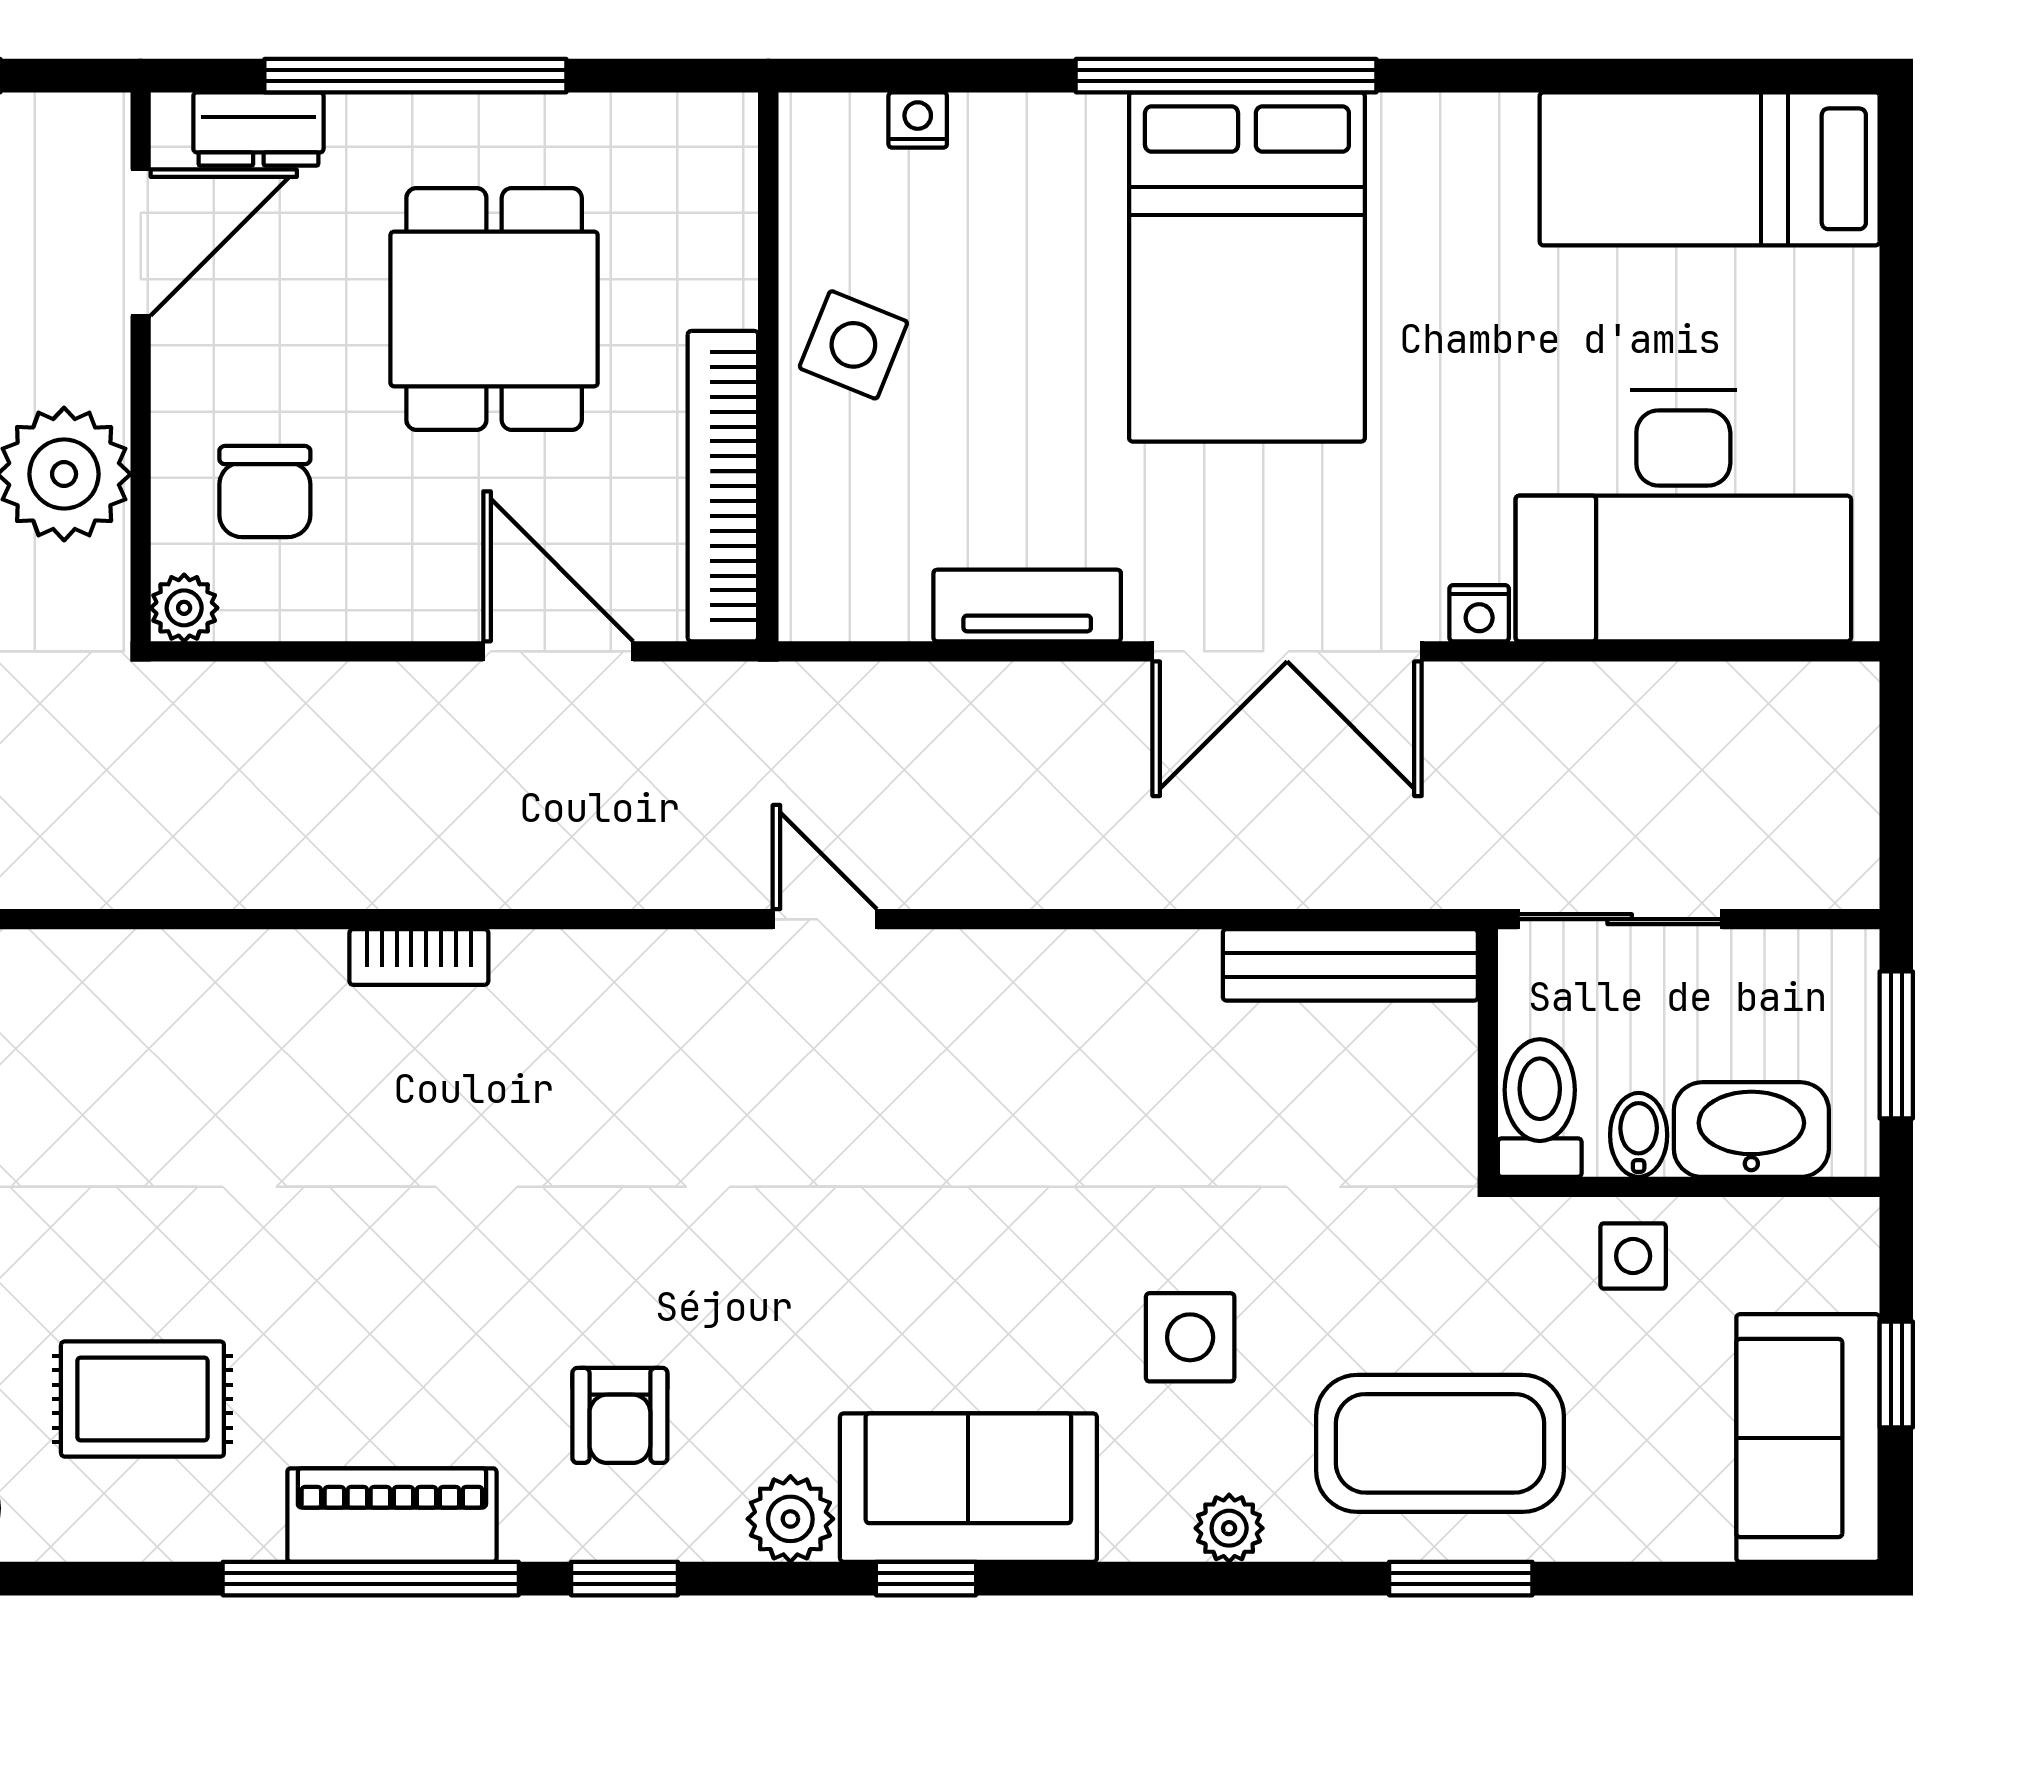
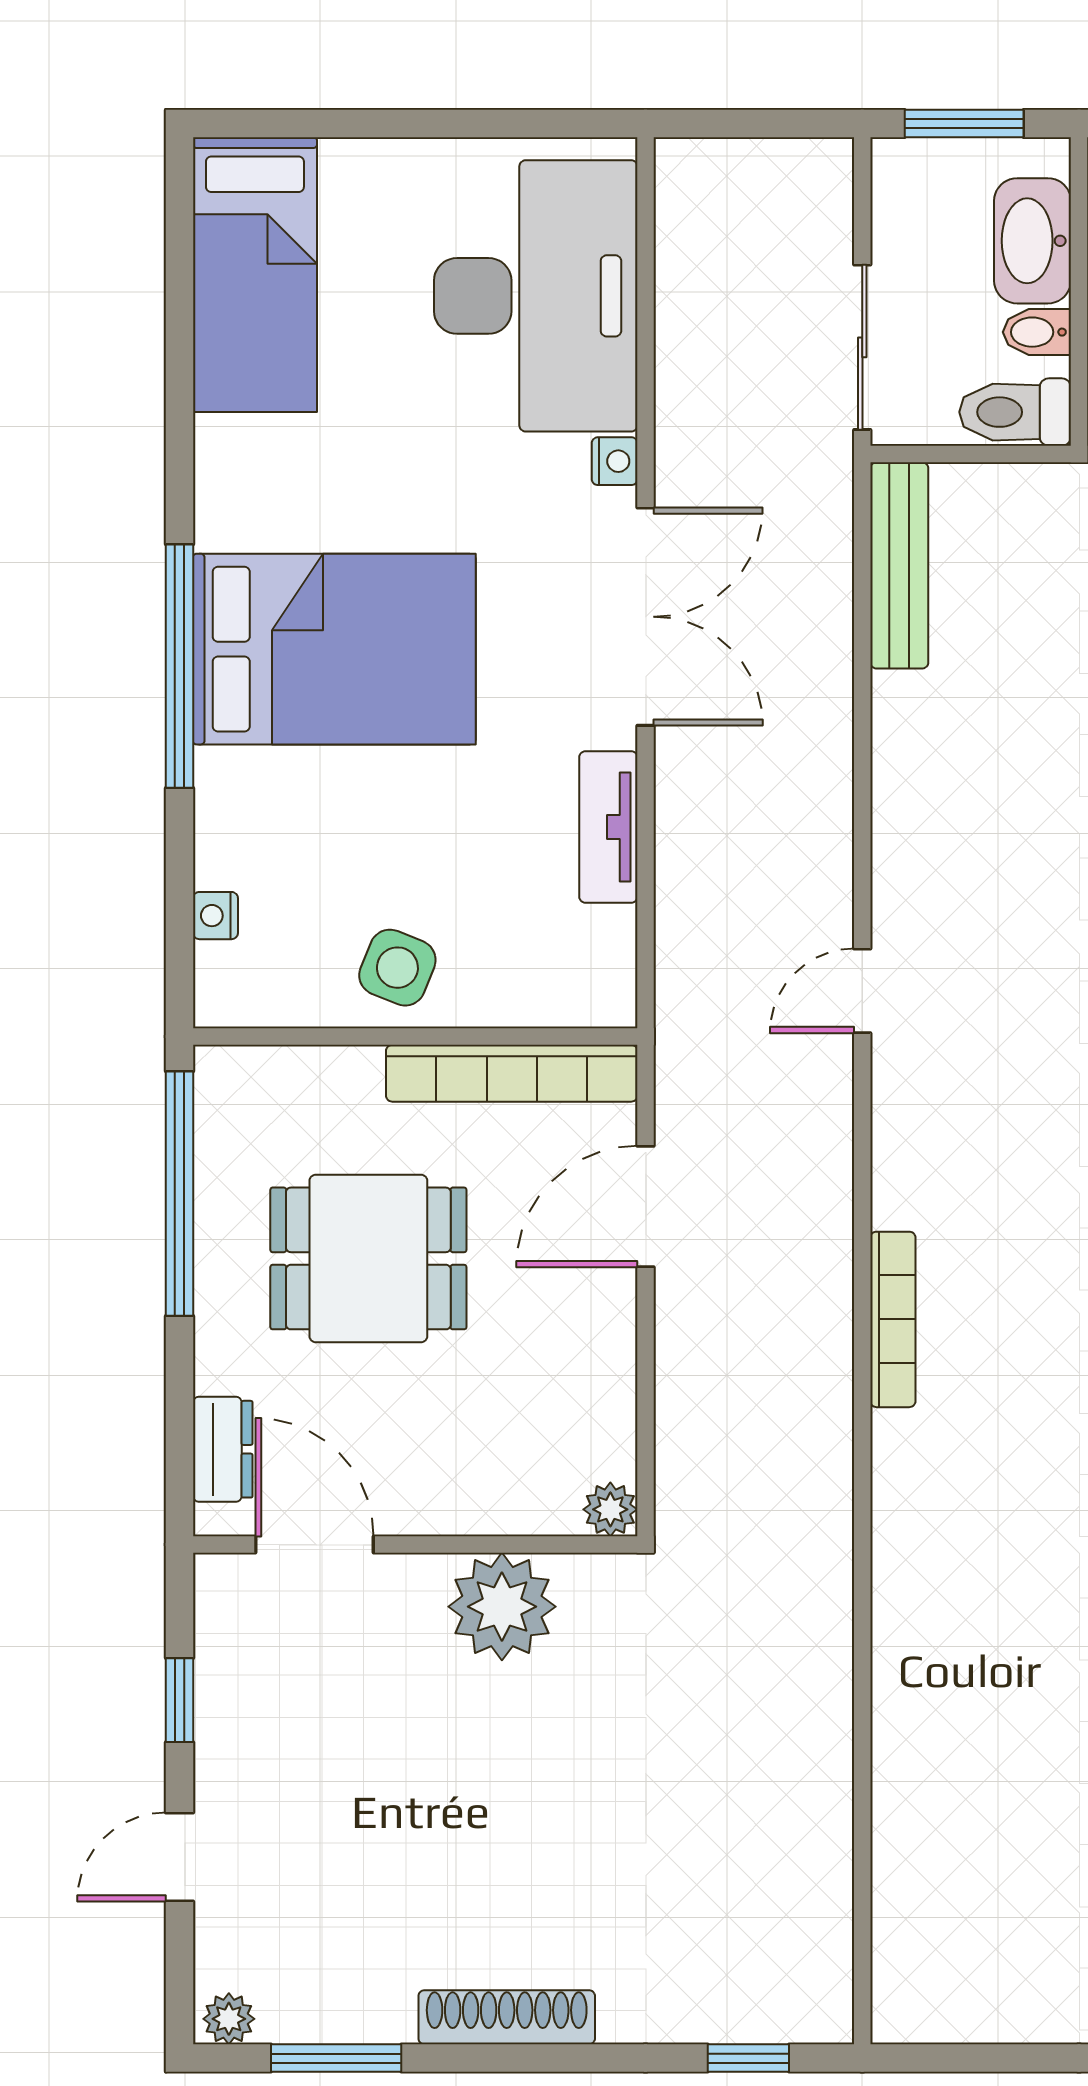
window: (415, 76) -> (179, 1194), moved
chair: (265, 491) -> (516, 1444), removed
bookcase: (419, 957) -> (893, 1319), width x1.56

